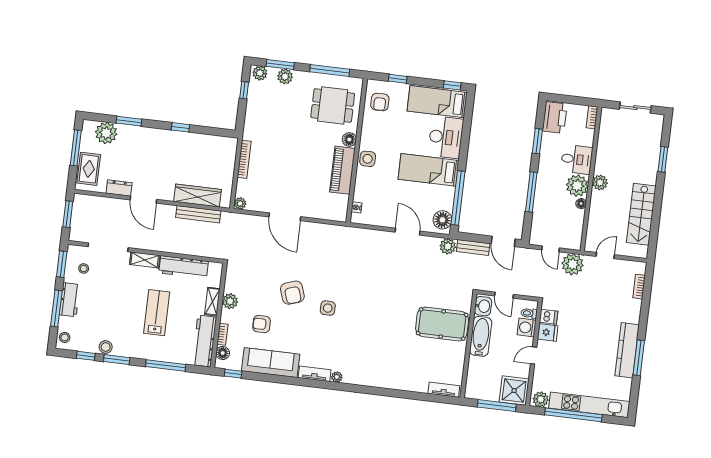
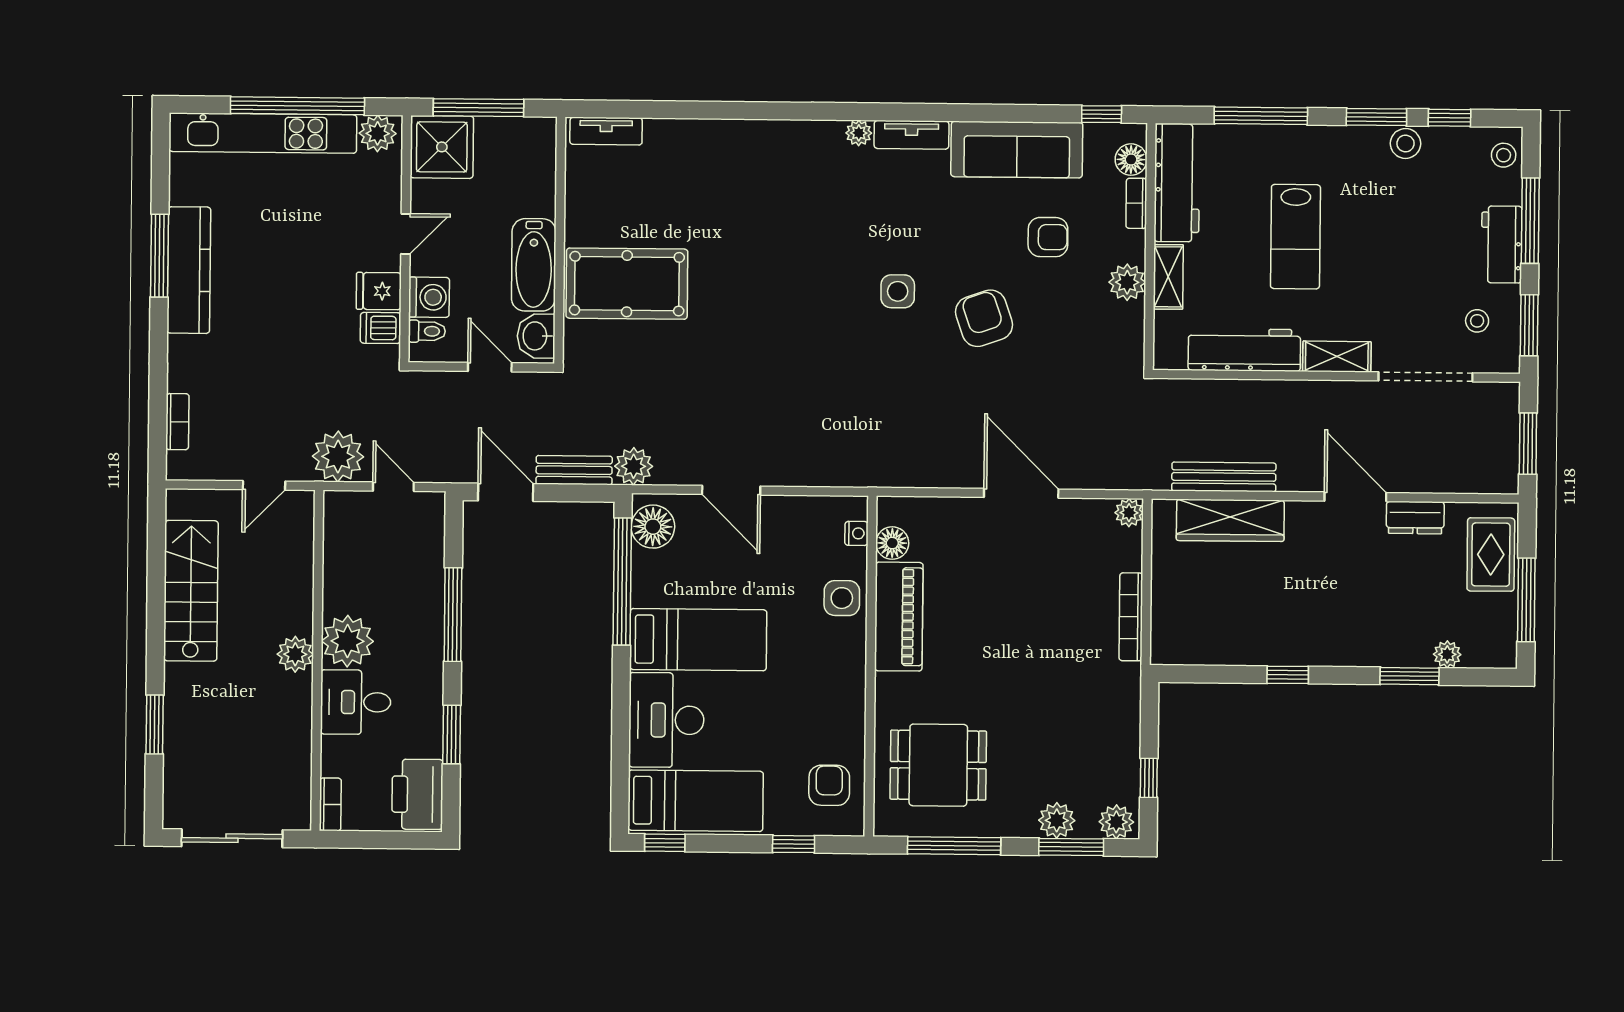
sliding door: (635, 108) -> (232, 838), width x1.37
plant: (106, 133) -> (1447, 654), width x0.53, depth x0.53
floor lamp: (349, 140) -> (892, 543), moved
side table: (368, 159) -> (842, 598), moved
floor lamp: (581, 204) -> (334, 600), removed

